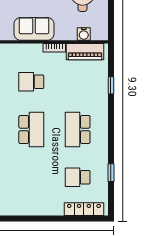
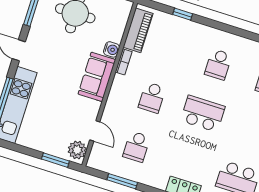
water cooler: (84, 34) -> (112, 49), moved
school desk: (78, 129) -> (218, 64), width x0.54

